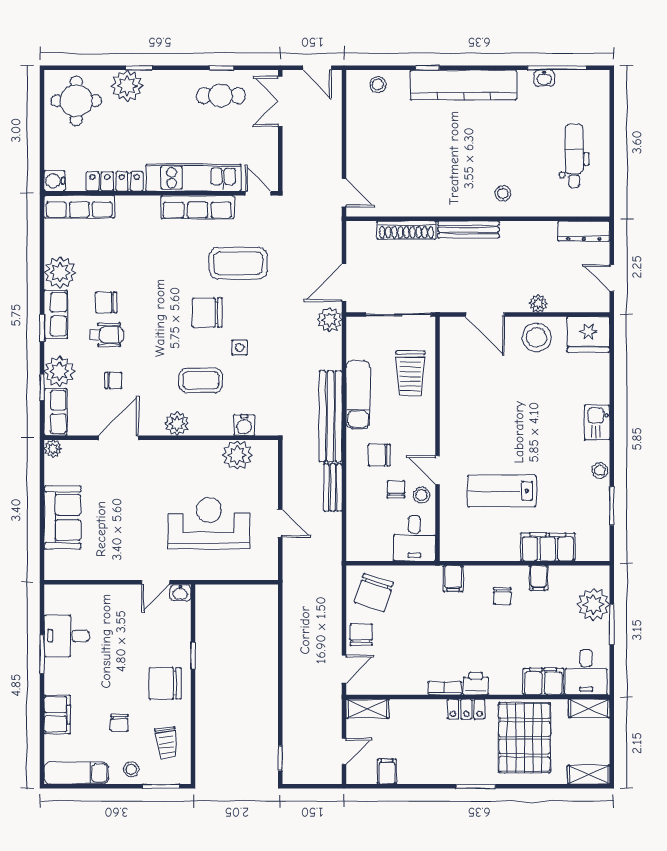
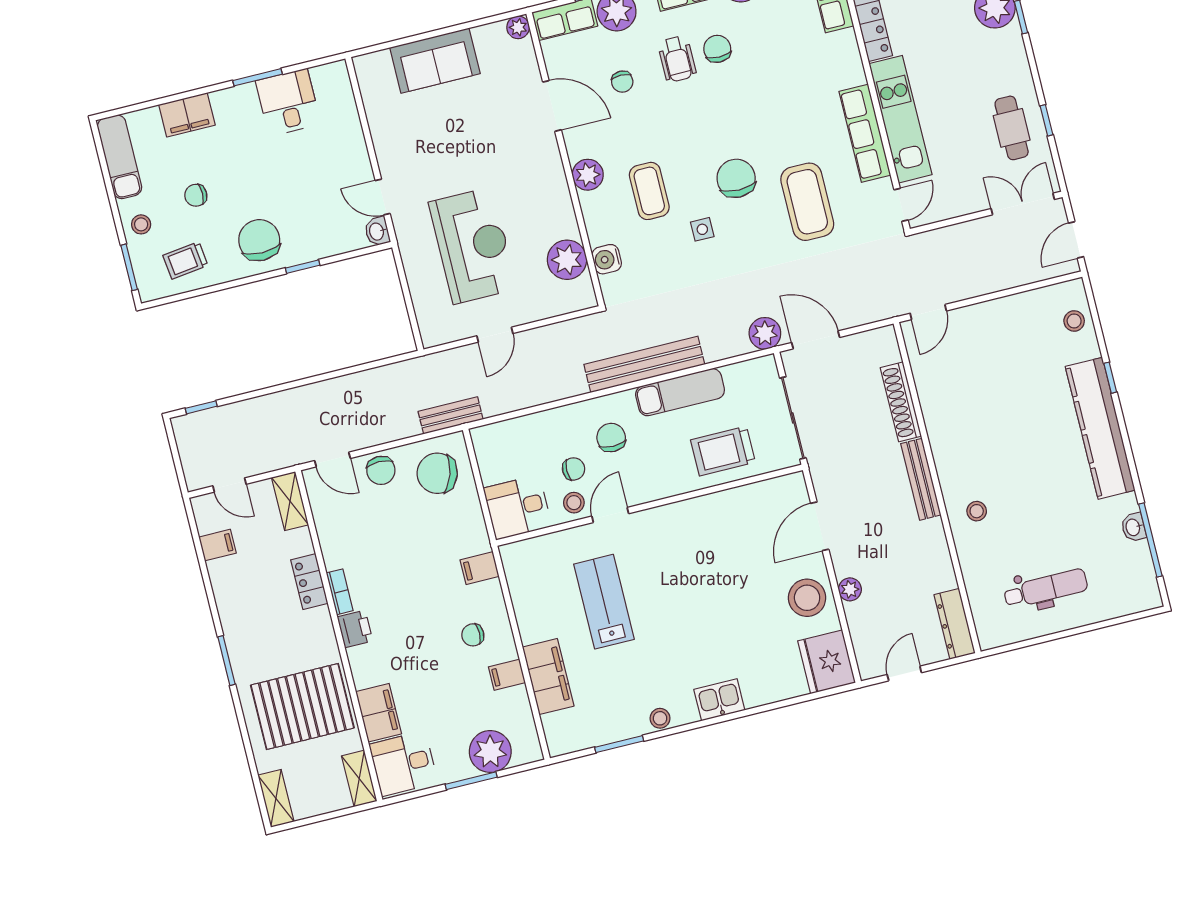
bench: (333, 487) -> (451, 415), moved
chair: (361, 635) -> (381, 470), turned 90
locker: (466, 709) -> (309, 582), moved

